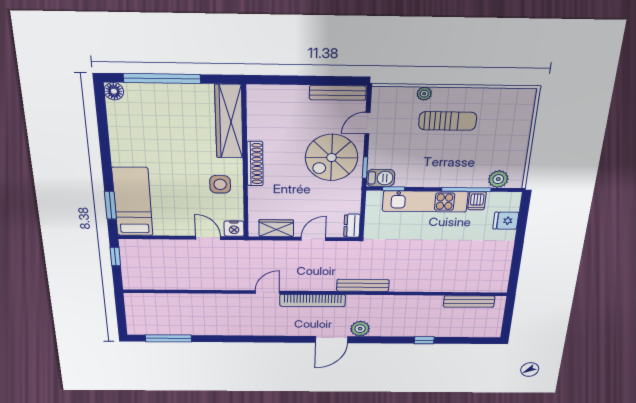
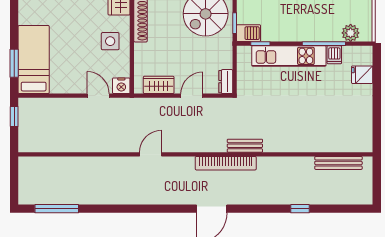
bench: (363, 285) -> (245, 146), width x0.73
bookcase: (313, 300) -> (226, 163), moved
plant: (360, 329) -> (238, 195), removed

